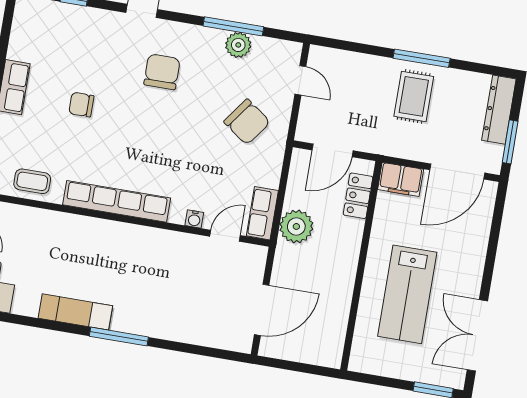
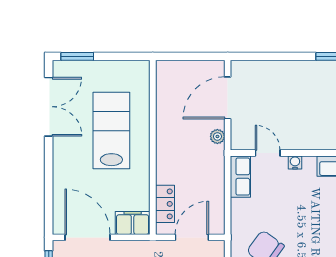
door: (457, 171) -> (88, 237), hinge flipped
plant: (296, 226) -> (217, 136), moved, width x0.53, depth x0.53
door: (225, 236) -> (268, 153), swing flipped

